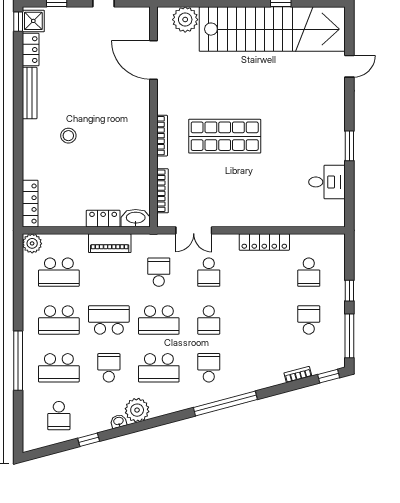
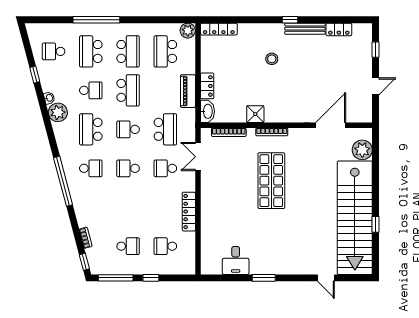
shower: (33, 21) -> (255, 114), moved
window: (18, 22) -> (290, 20), moved
school desk: (159, 272) -> (165, 129), width x1.85
school desk: (59, 320) -> (128, 51), turned 180
school desk: (159, 320) -> (128, 129), width x0.54

